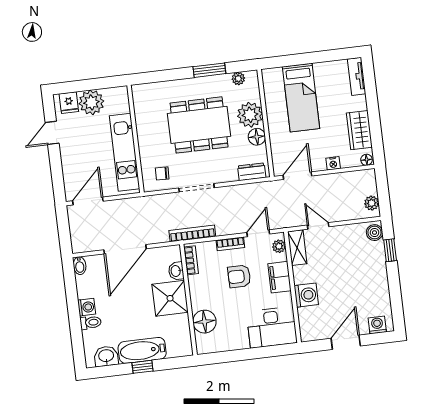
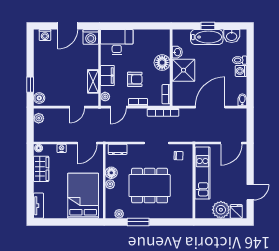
bed: (301, 98) -> (83, 196), width x1.50
plant: (250, 115) -> (110, 184), width x0.53, depth x0.53
door: (318, 226) -> (77, 107), hinge flipped
shelving: (297, 248) -> (93, 81), moved
washbasin: (176, 271) -> (177, 52), moved
washing machine: (306, 295) -> (91, 37), moved, turned -90
floor lamp: (204, 322) -> (162, 63), moved

